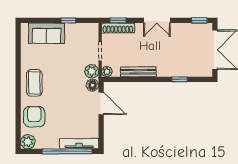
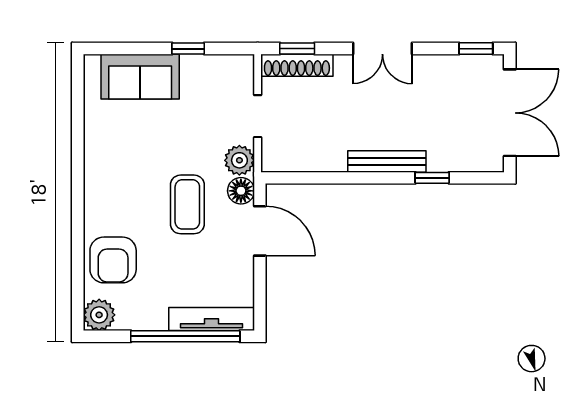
plant: (107, 72) -> (272, 161), removed
bench: (138, 72) -> (387, 161), moved
coffee table: (34, 83) -> (187, 204), moved
armchair: (34, 117) -> (113, 260), turned 180

